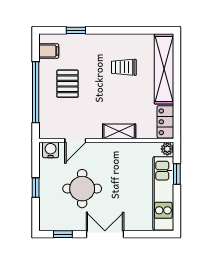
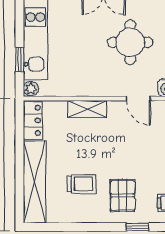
pallet: (68, 84) -> (123, 195), moved
door: (75, 140) -> (138, 99), swing flipped

